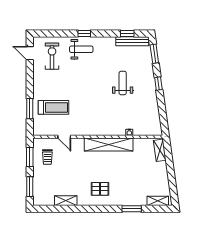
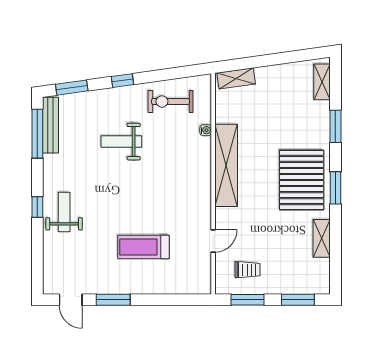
window: (127, 34) -> (37, 134), width x2.17
door: (30, 53) -> (71, 300), hinge flipped
exercise bike: (52, 56) -> (170, 102), moved
treadmill: (54, 107) -> (143, 247), moved, turned -90
window: (30, 109) -> (113, 300), moved
pallet: (100, 189) -> (302, 180), width x2.05, depth x2.00
window: (95, 209) -> (335, 188), added

